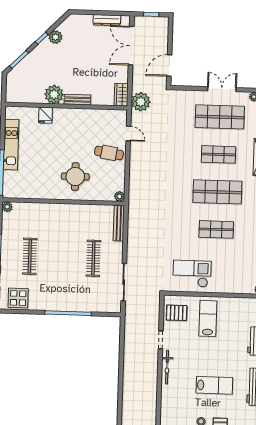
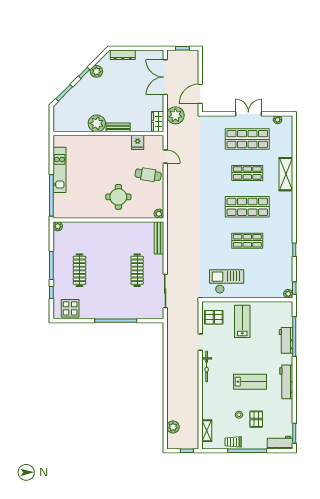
dresser: (107, 20) -> (123, 55), moved
plant: (141, 102) -> (175, 115), moved
fridge: (46, 115) -> (138, 142), moved

